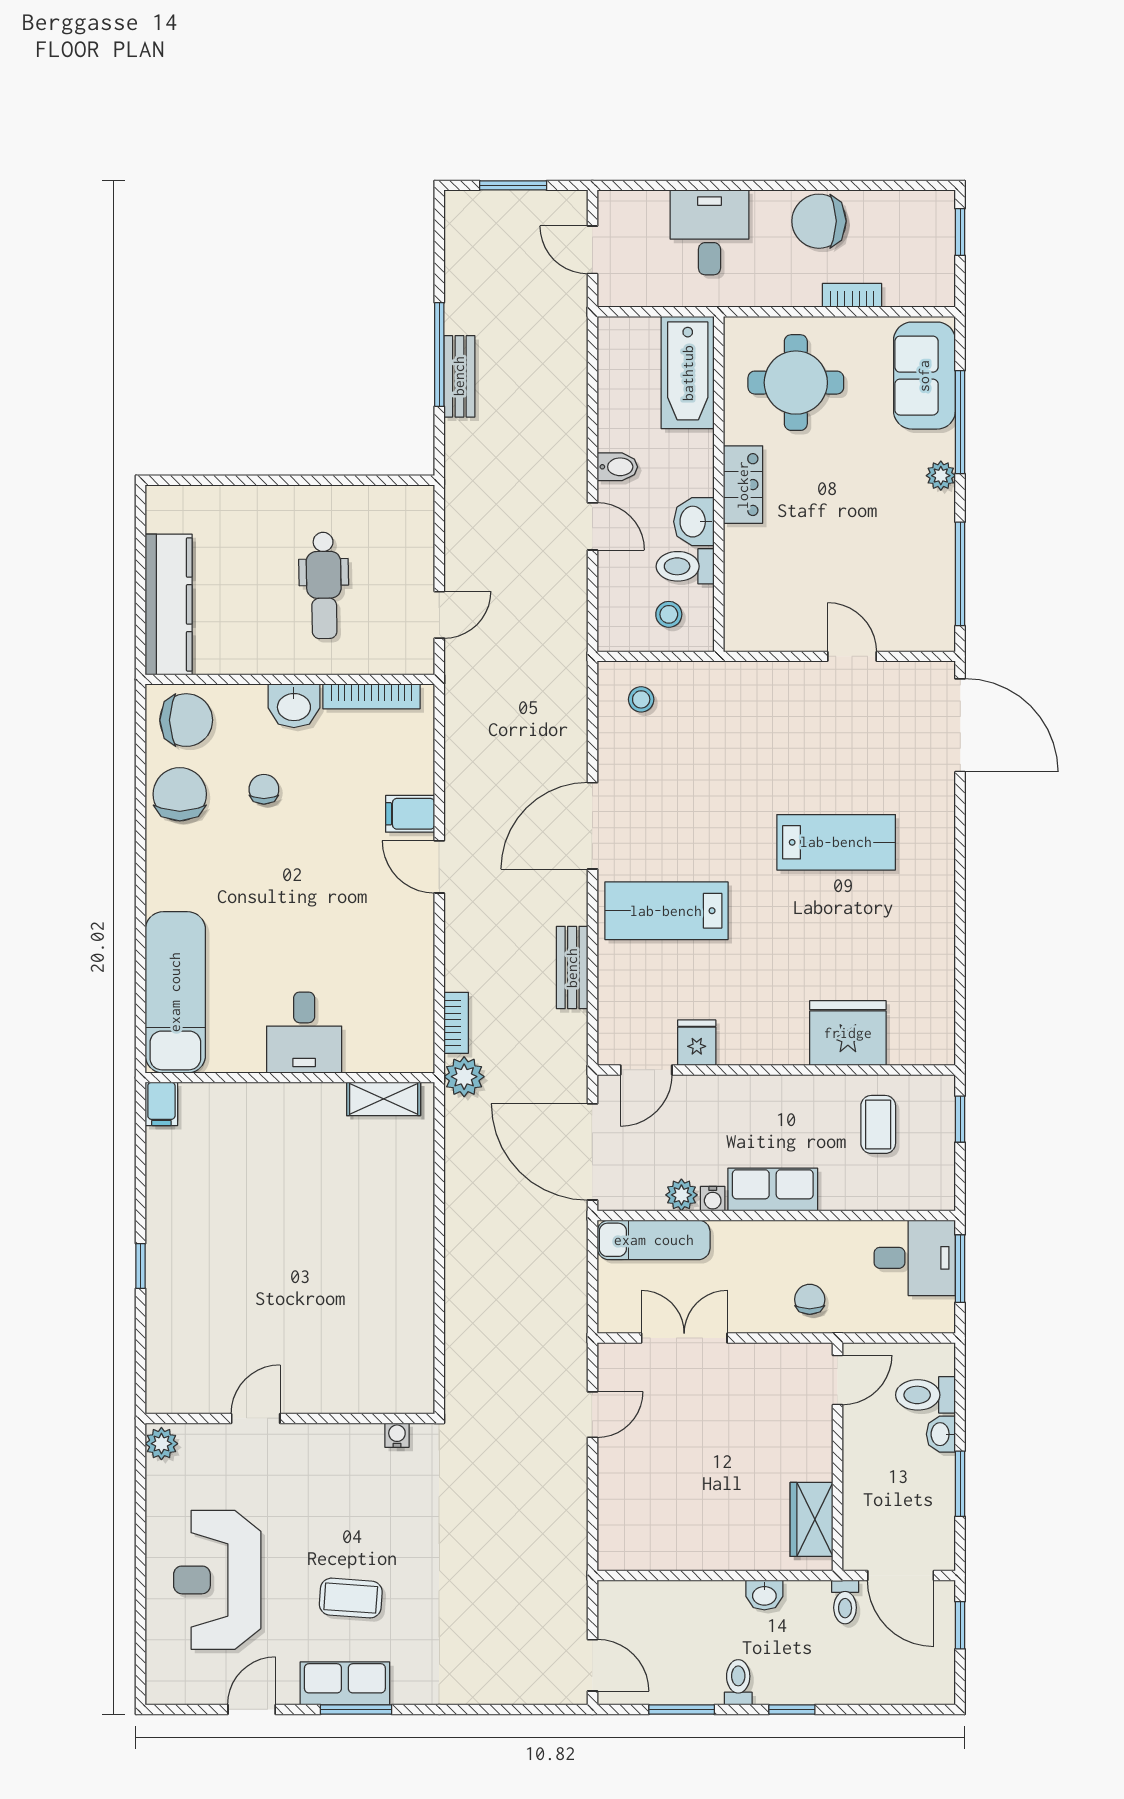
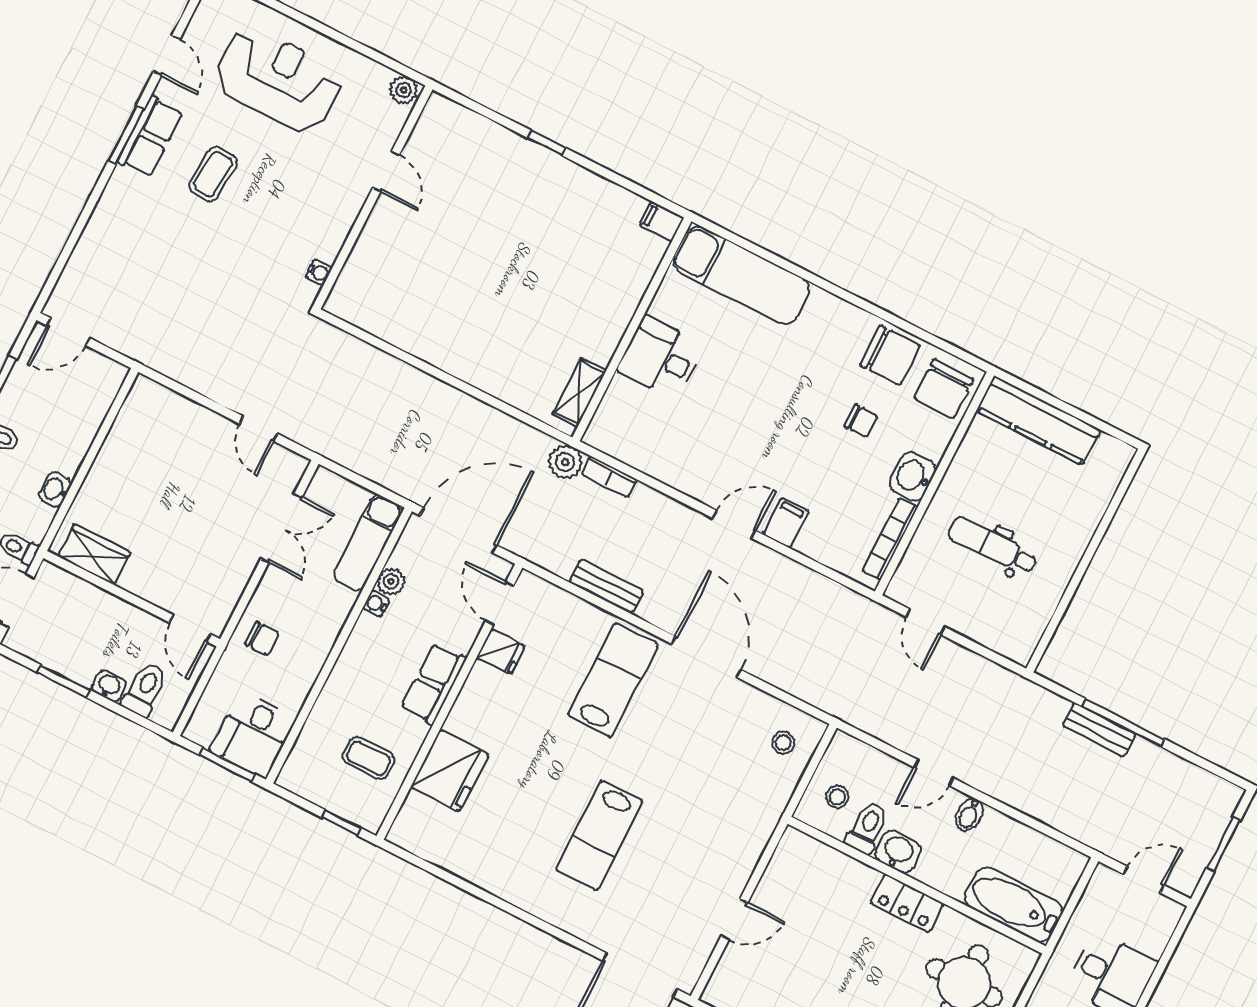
row of seats: (773, 1189) -> (434, 684), moved, turned 180

